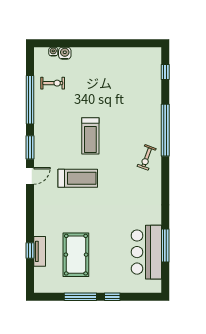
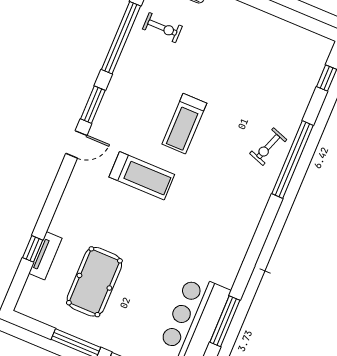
exercise bike: (147, 157) -> (268, 147), moved

